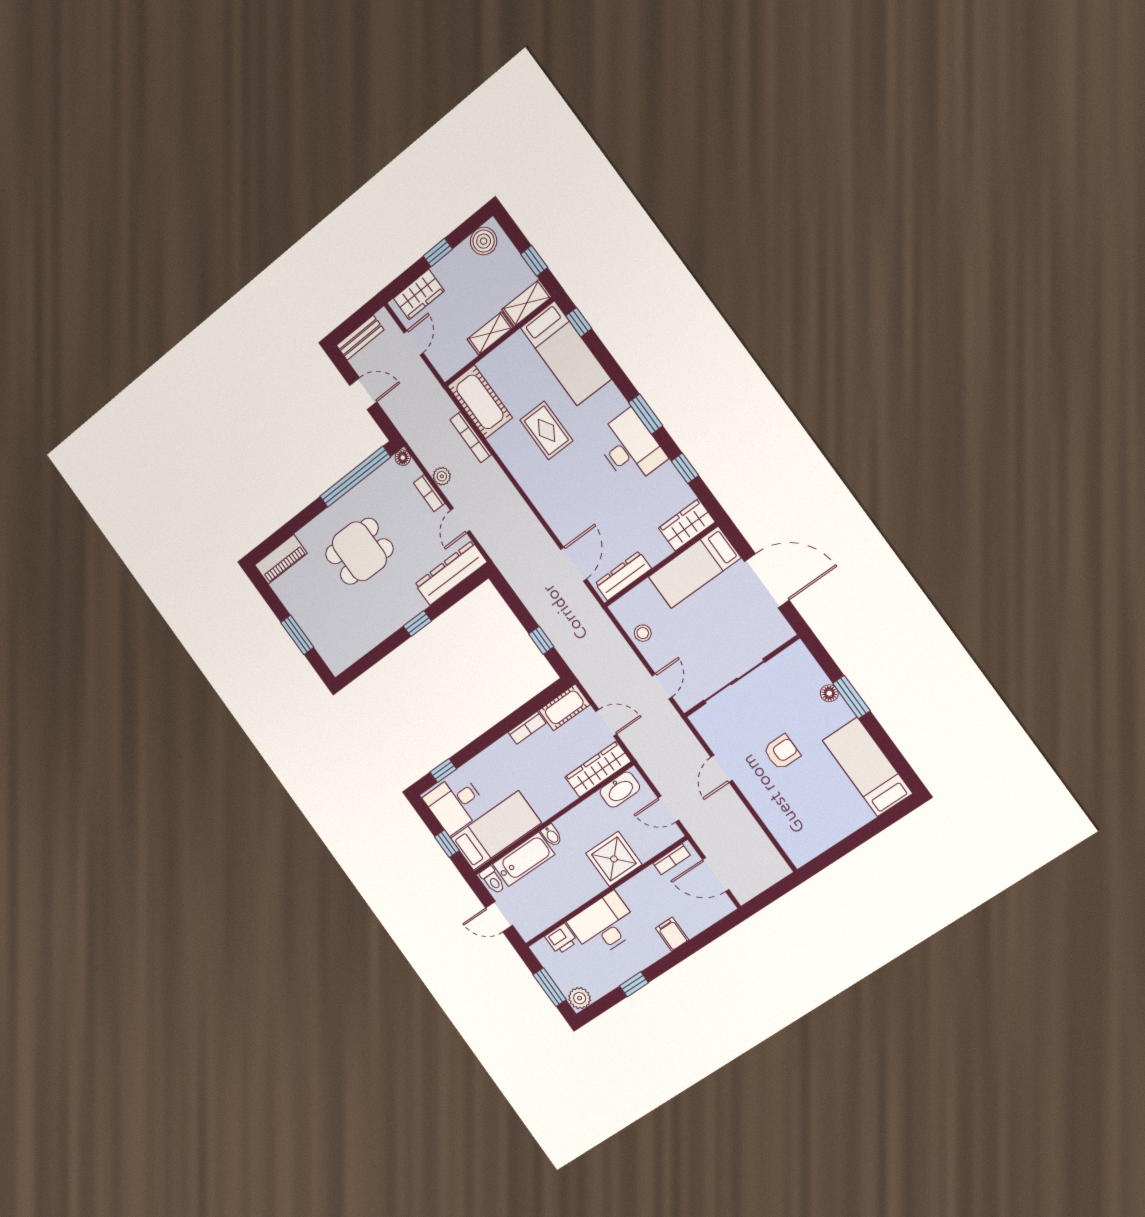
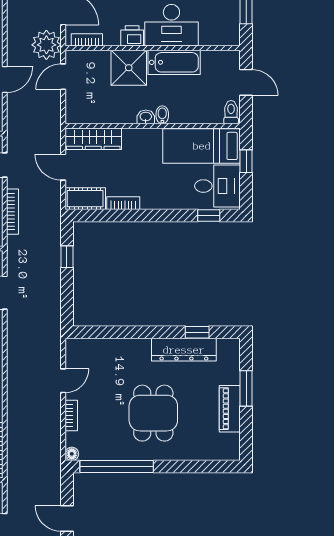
bookcase: (471, 437) -> (12, 212), moved
plant: (442, 476) -> (46, 45), moved, width x1.88, depth x1.88
dining table: (359, 551) -> (153, 413), turned 90
piano: (281, 559) -> (230, 409), moved, turned -90
dresser: (451, 573) -> (184, 350), moved
window: (417, 623) -> (197, 332), moved
washbasin: (620, 790) -> (146, 117), moved, width x0.52, depth x0.69
door: (668, 809) -> (63, 77), swing flipped
bathtub: (524, 859) -> (174, 62), moved, turned 180
printer: (561, 939) -> (132, 36), moved

